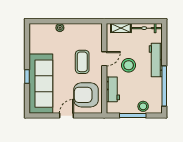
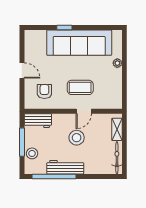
door: (104, 59) -> (84, 111), hinge flipped
workbench: (156, 60) -> (65, 167), moved
sofa: (41, 84) -> (79, 43), moved
workbench: (113, 89) -> (38, 121), moved
armchair: (86, 95) -> (44, 91), width x0.53, depth x0.53

